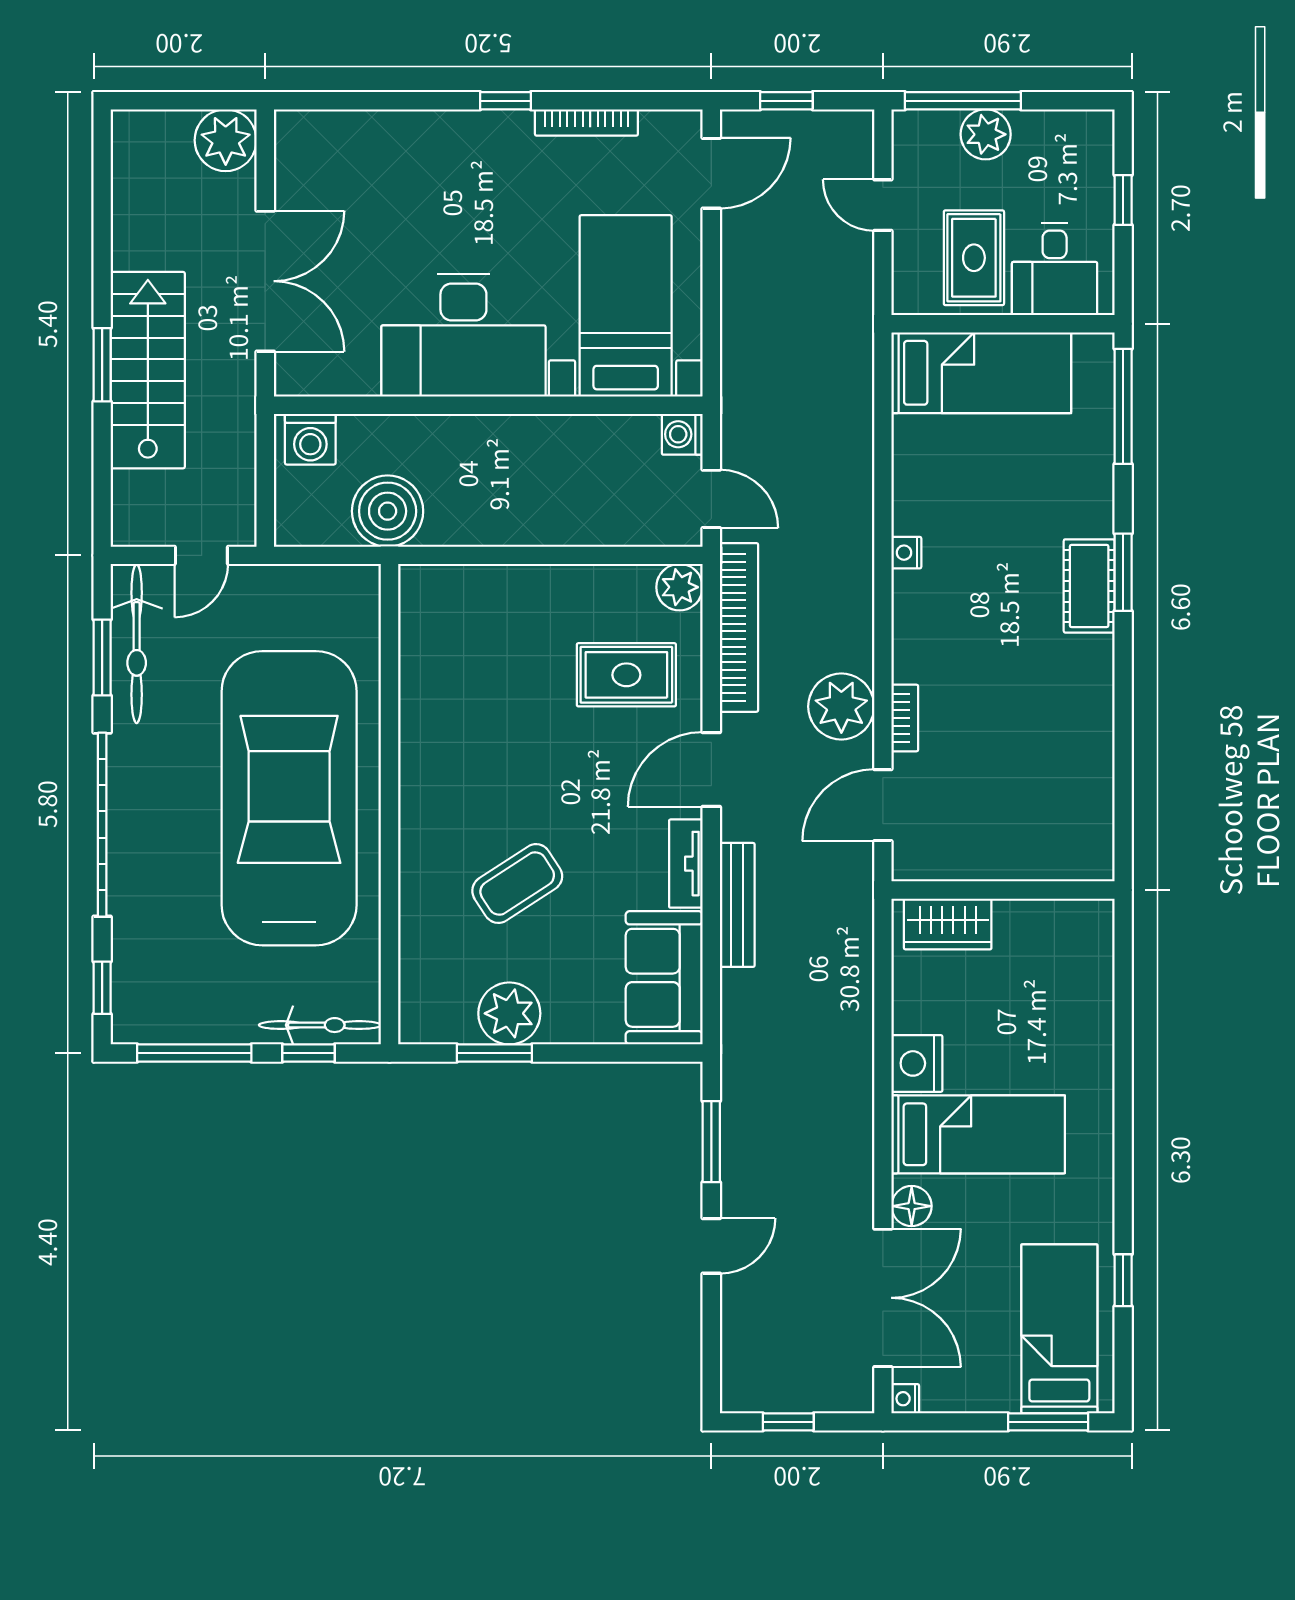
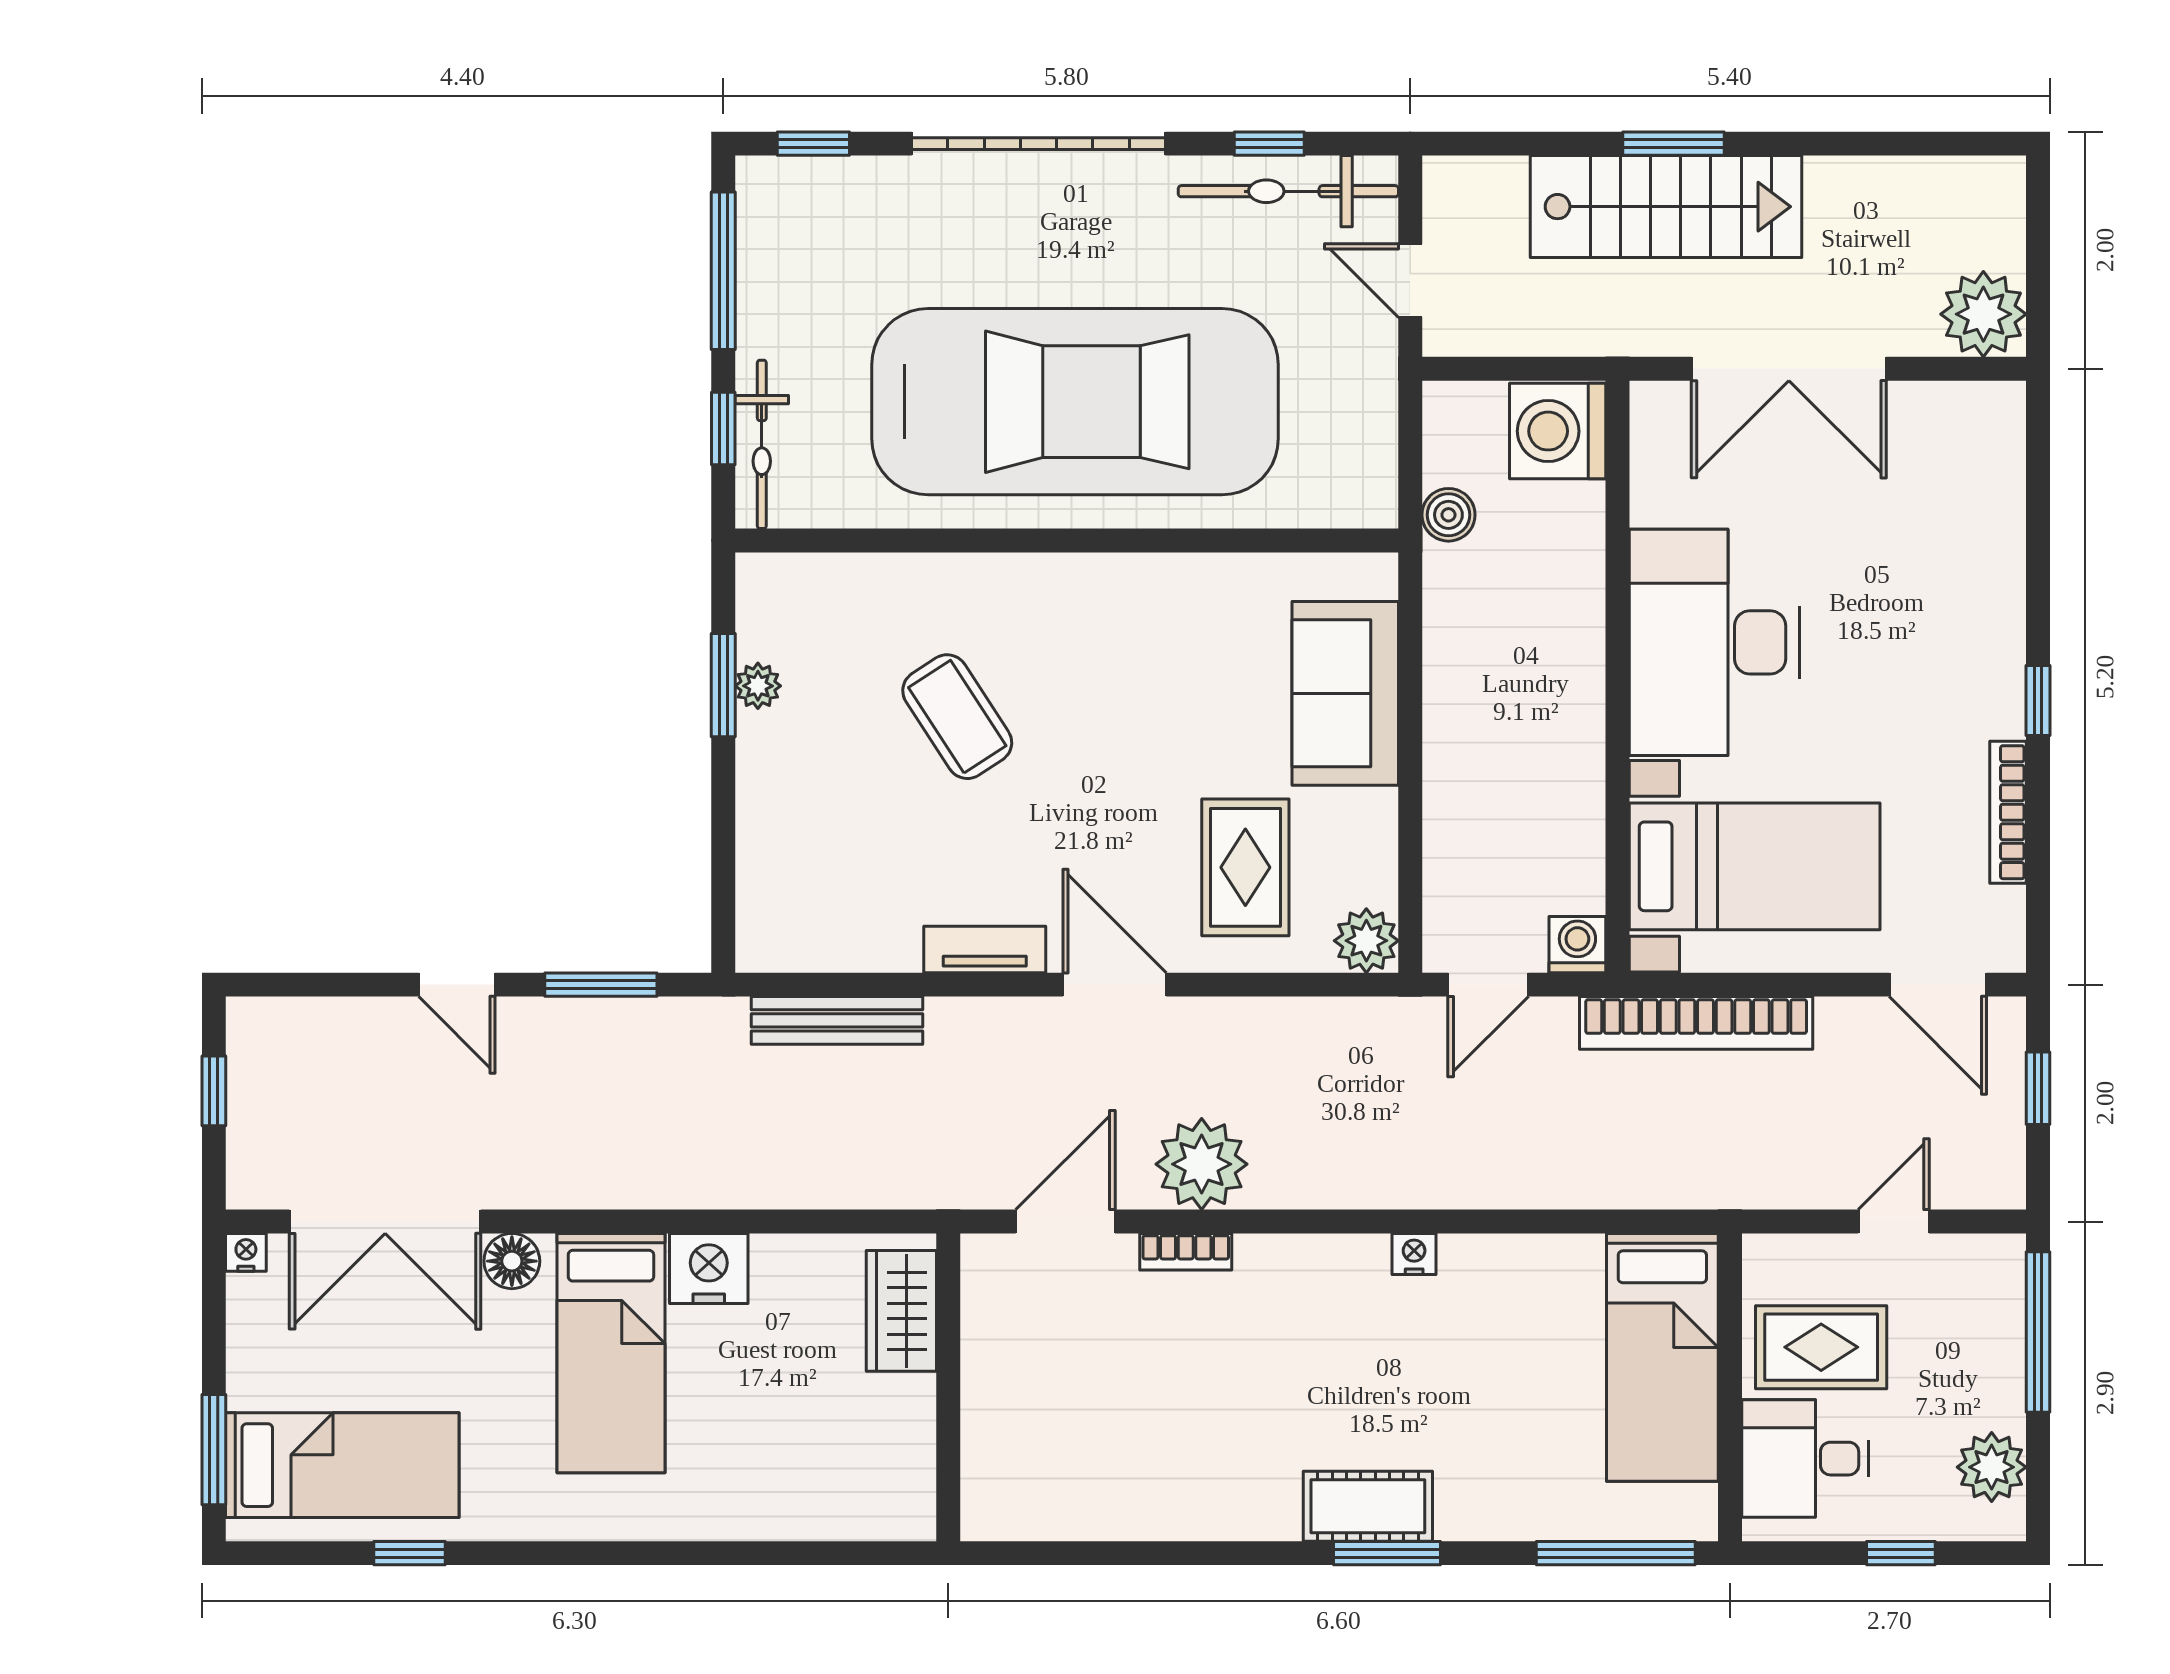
plant: (986, 134) -> (1992, 1467), moved
washing machine: (310, 439) -> (1558, 431), width x1.37, depth x1.37
boiler: (388, 511) -> (1448, 515), width x0.54, depth x0.54
bookcase: (739, 627) -> (1696, 1023), moved
window: (102, 658) -> (1269, 144), width x0.67
door: (883, 805) -> (1065, 1222), hinge flipped
bench: (737, 905) -> (837, 1020), moved
sofa: (664, 978) -> (1345, 693), moved, turned -90
plant: (509, 1013) -> (758, 686), width x0.53, depth x0.53

